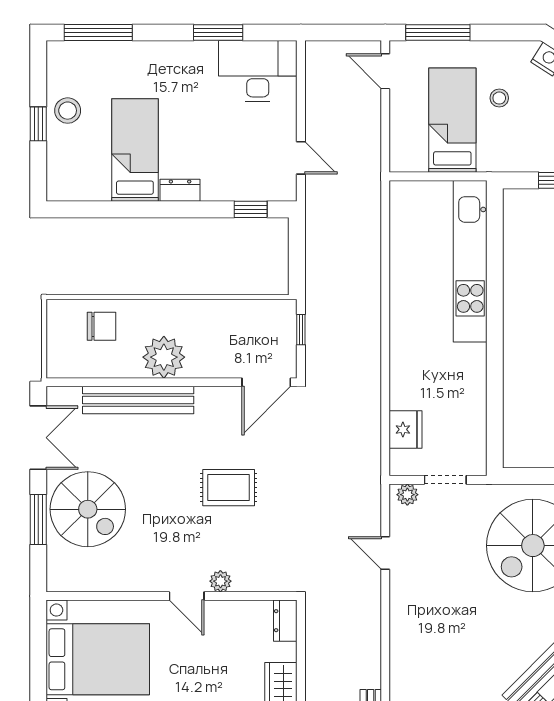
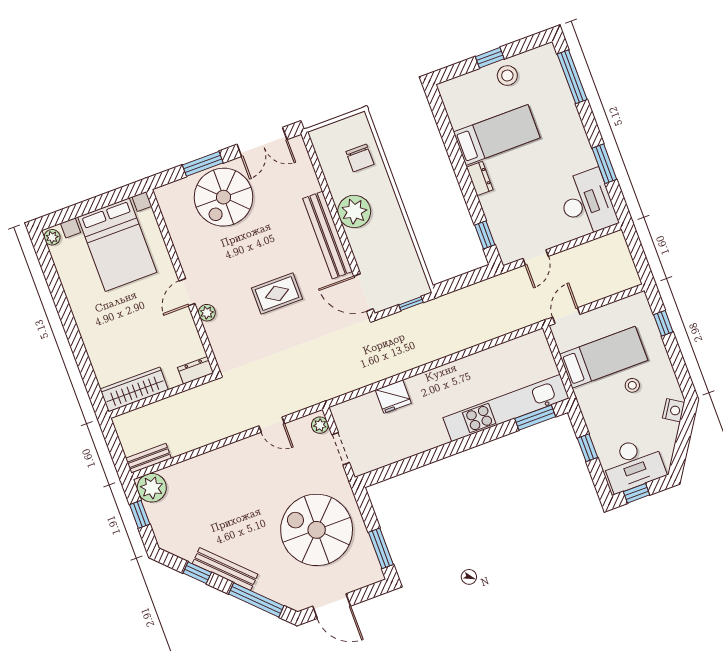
window: (438, 33) -> (663, 323), width x0.46
door: (385, 71) -> (566, 316), moved
window: (495, 230) -> (535, 418), added
bench: (138, 400) -> (328, 235), moved
fridge: (406, 429) -> (393, 397), moved
rug: (229, 488) -> (277, 294), turned 90
door: (385, 553) -> (272, 425), swing flipped

